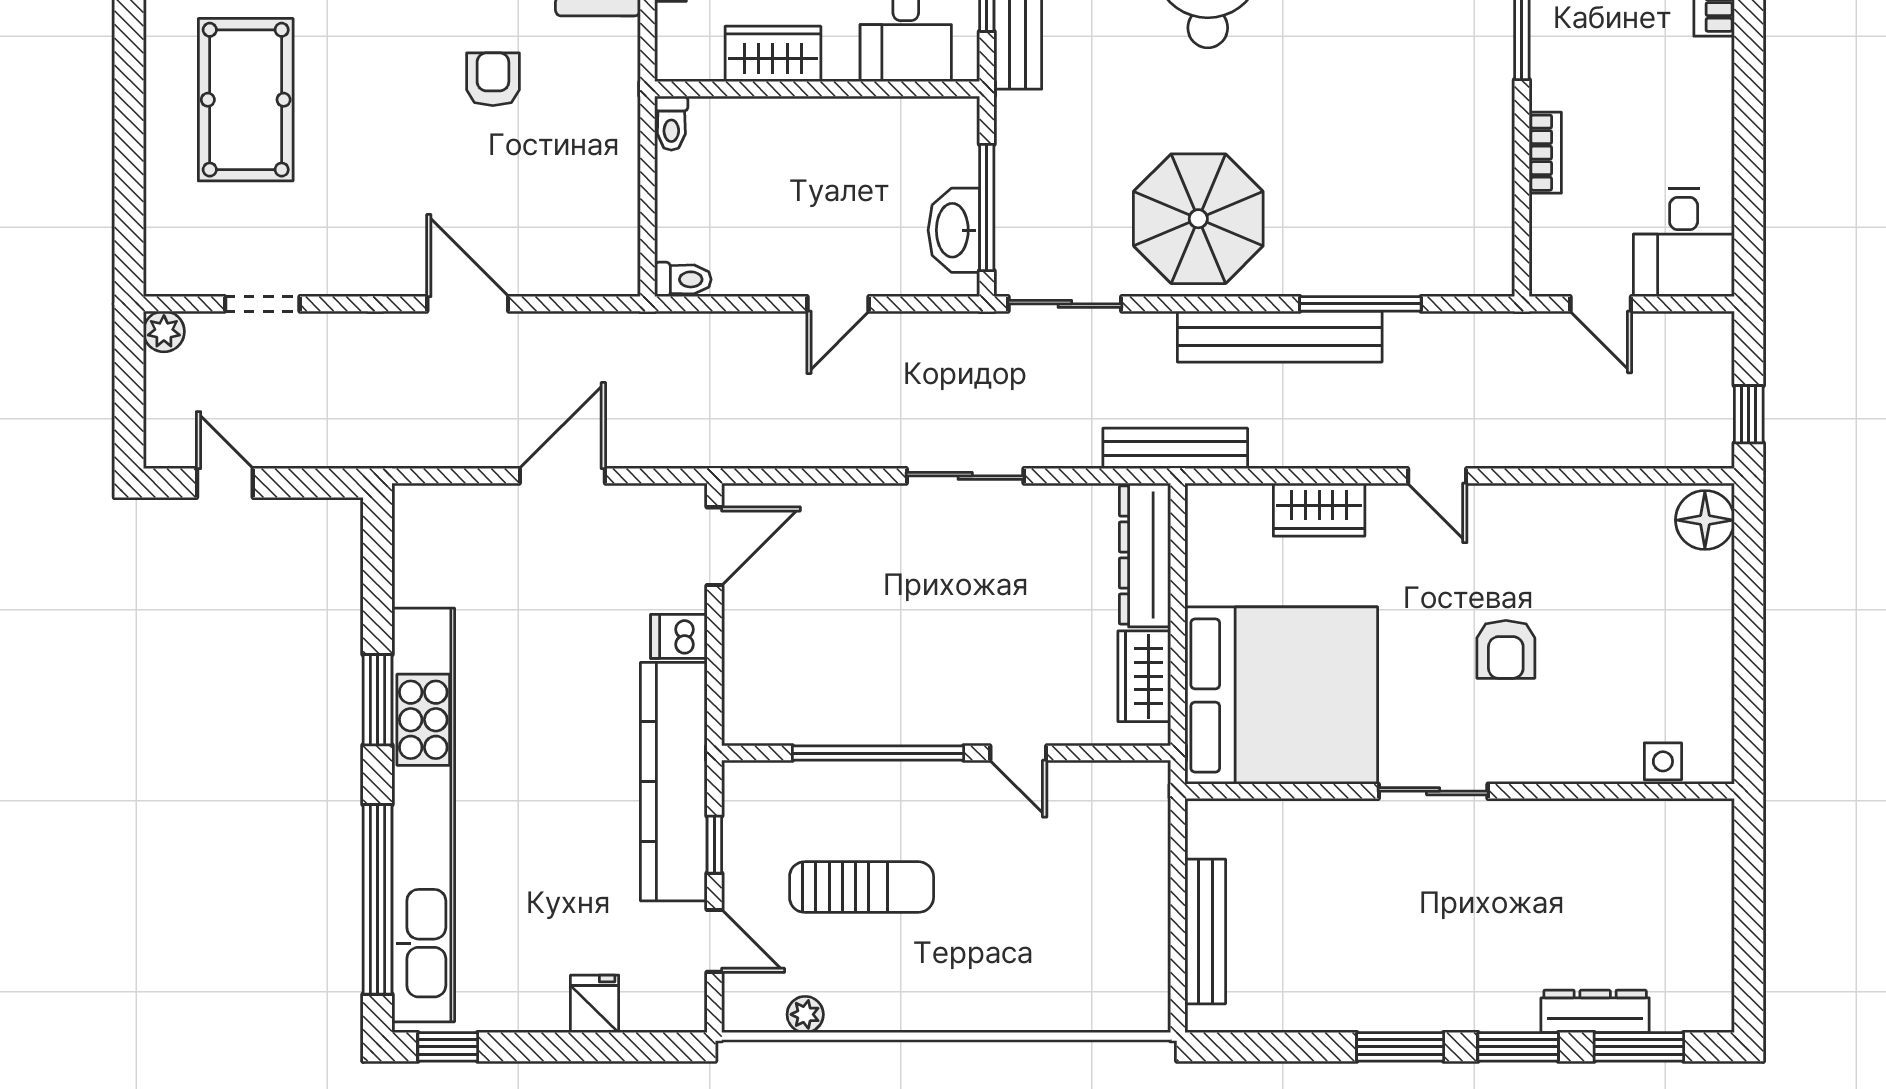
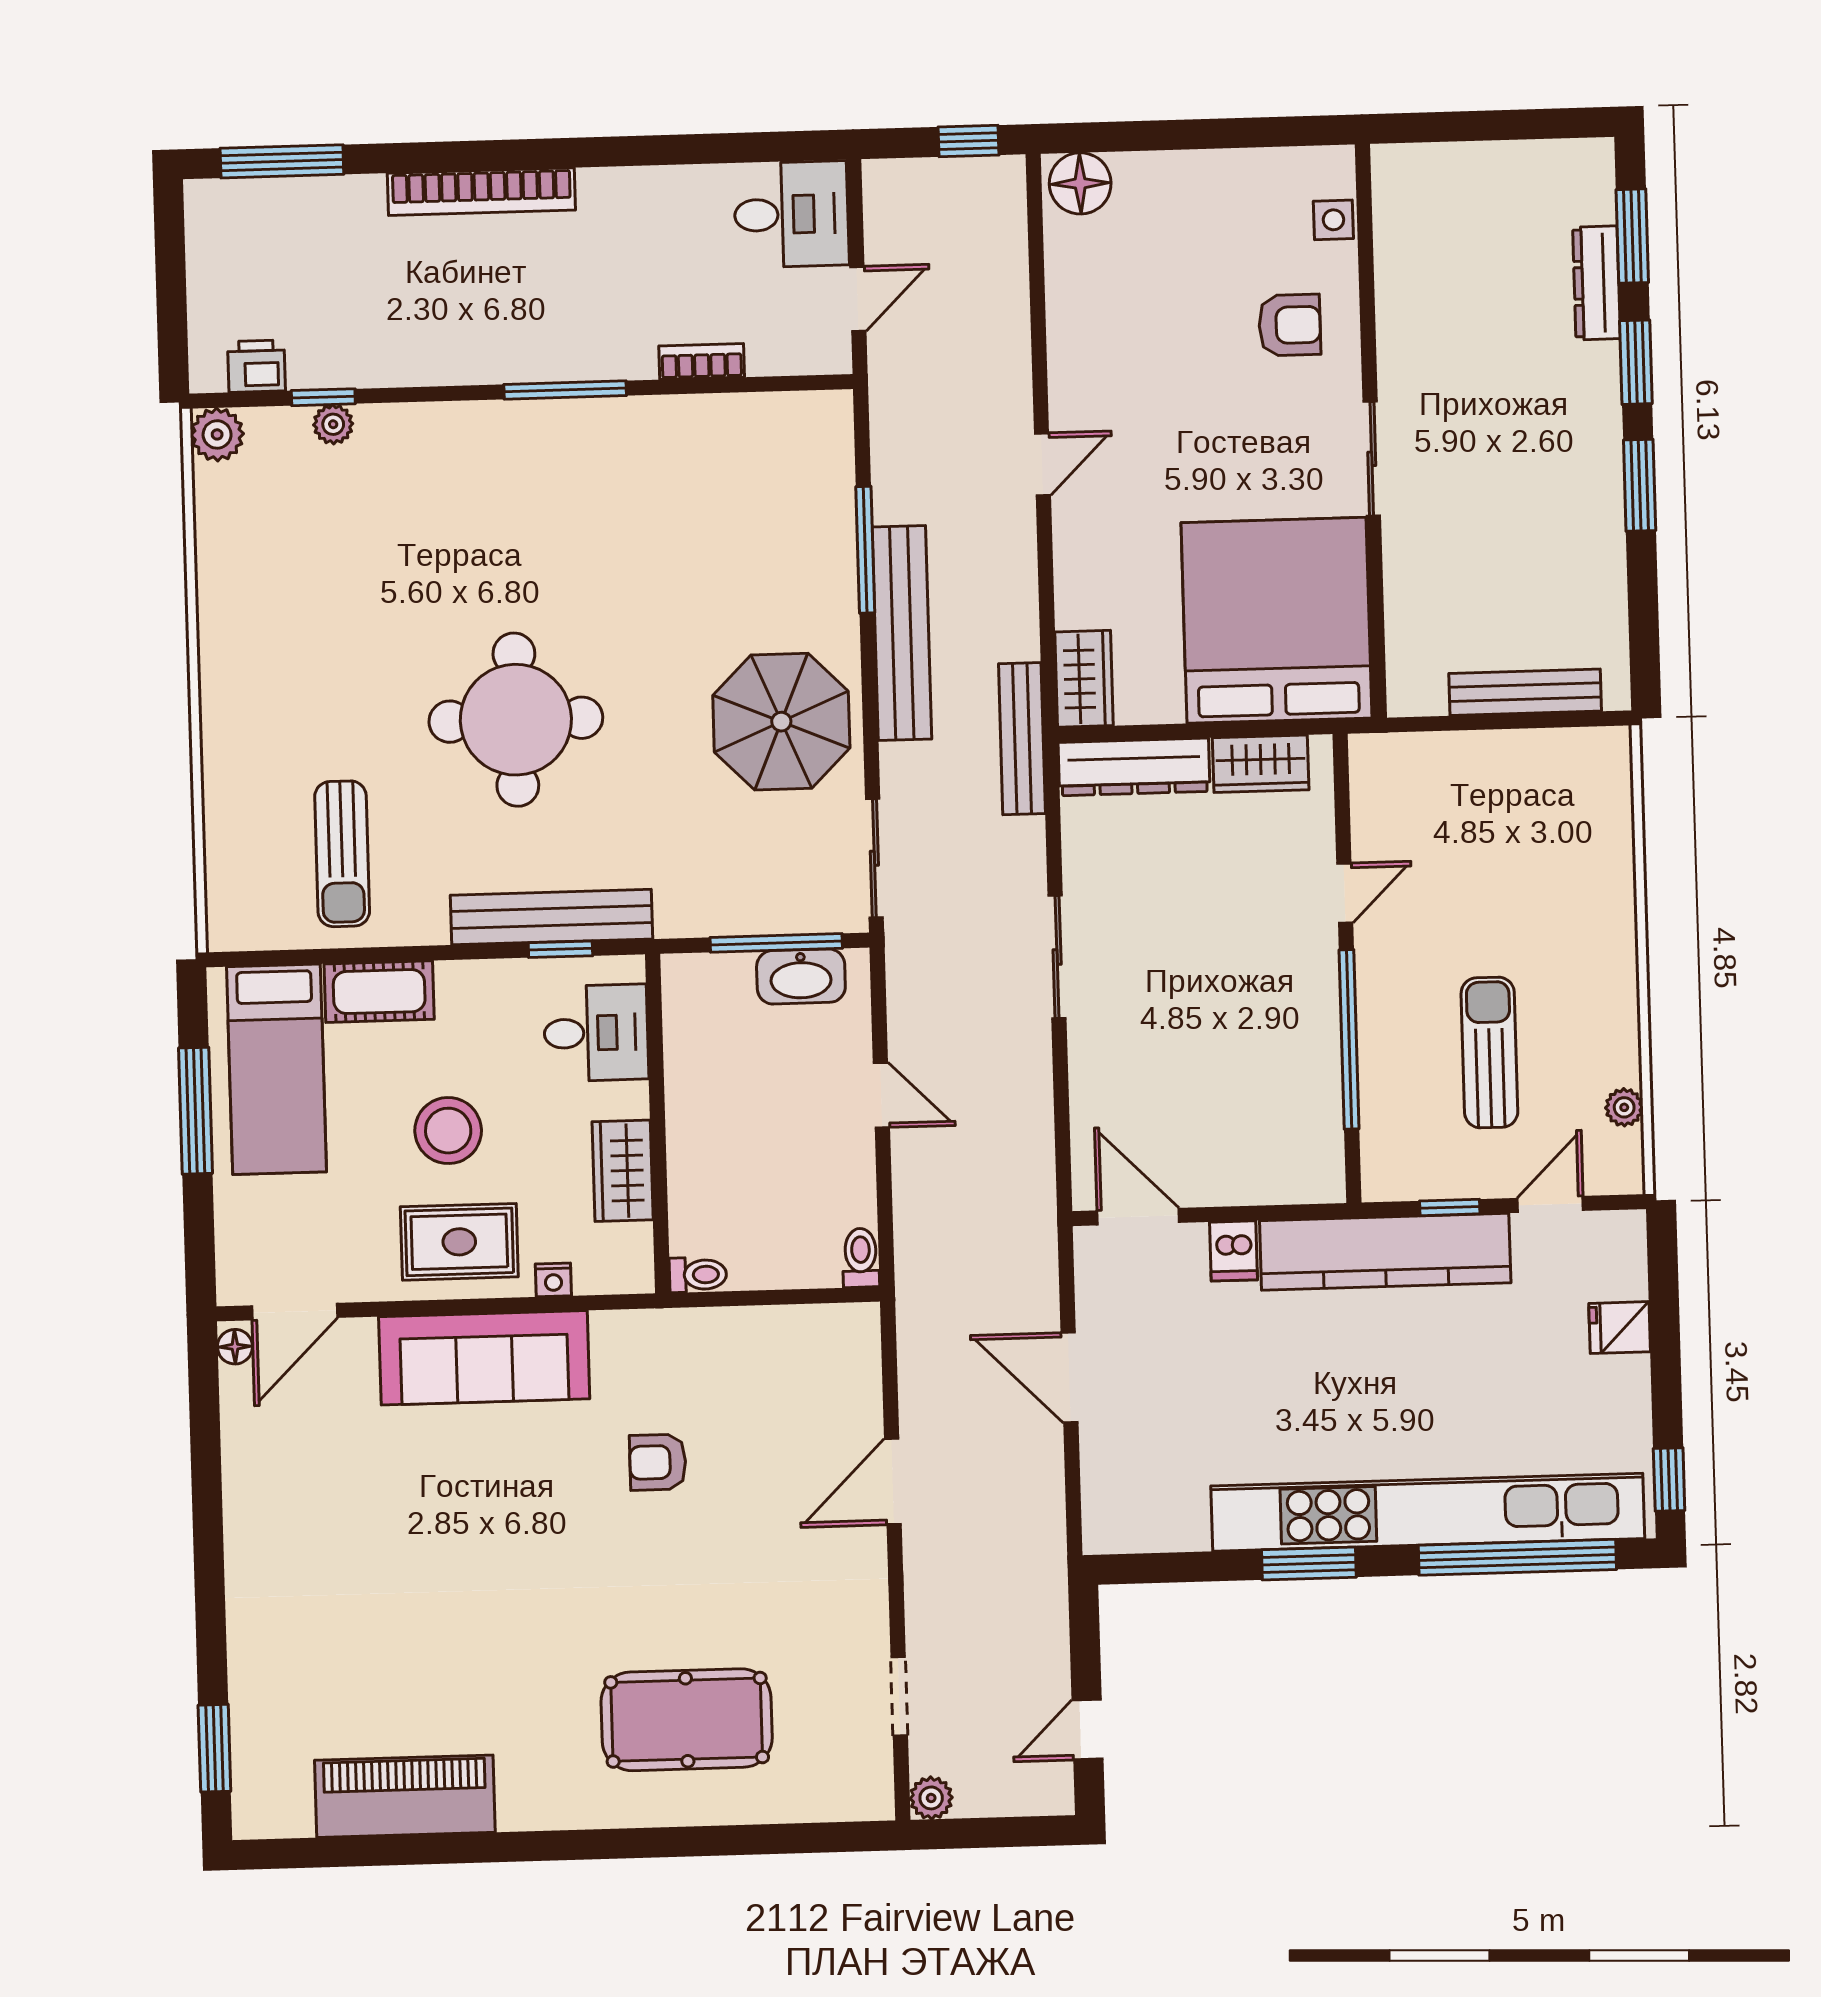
wardrobe: (1319, 510) -> (1084, 679), moved
armchair: (1506, 649) -> (1290, 325), moved

